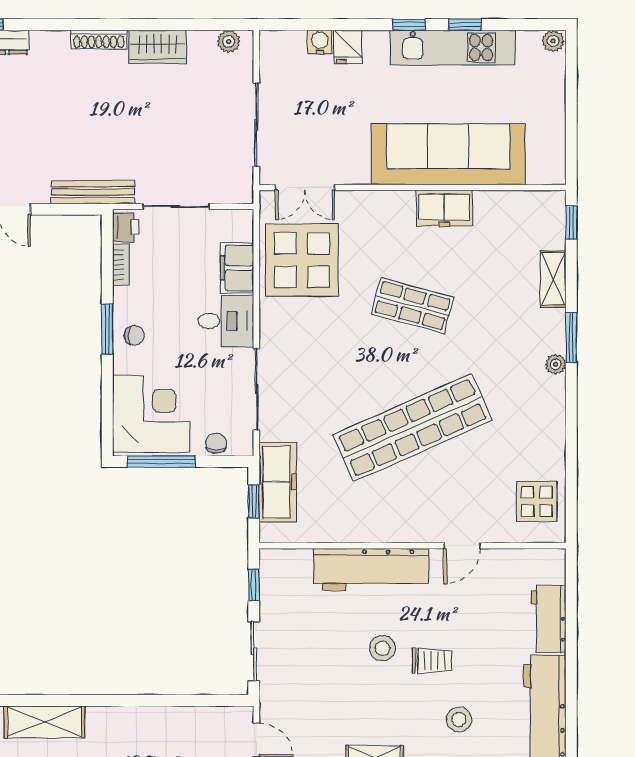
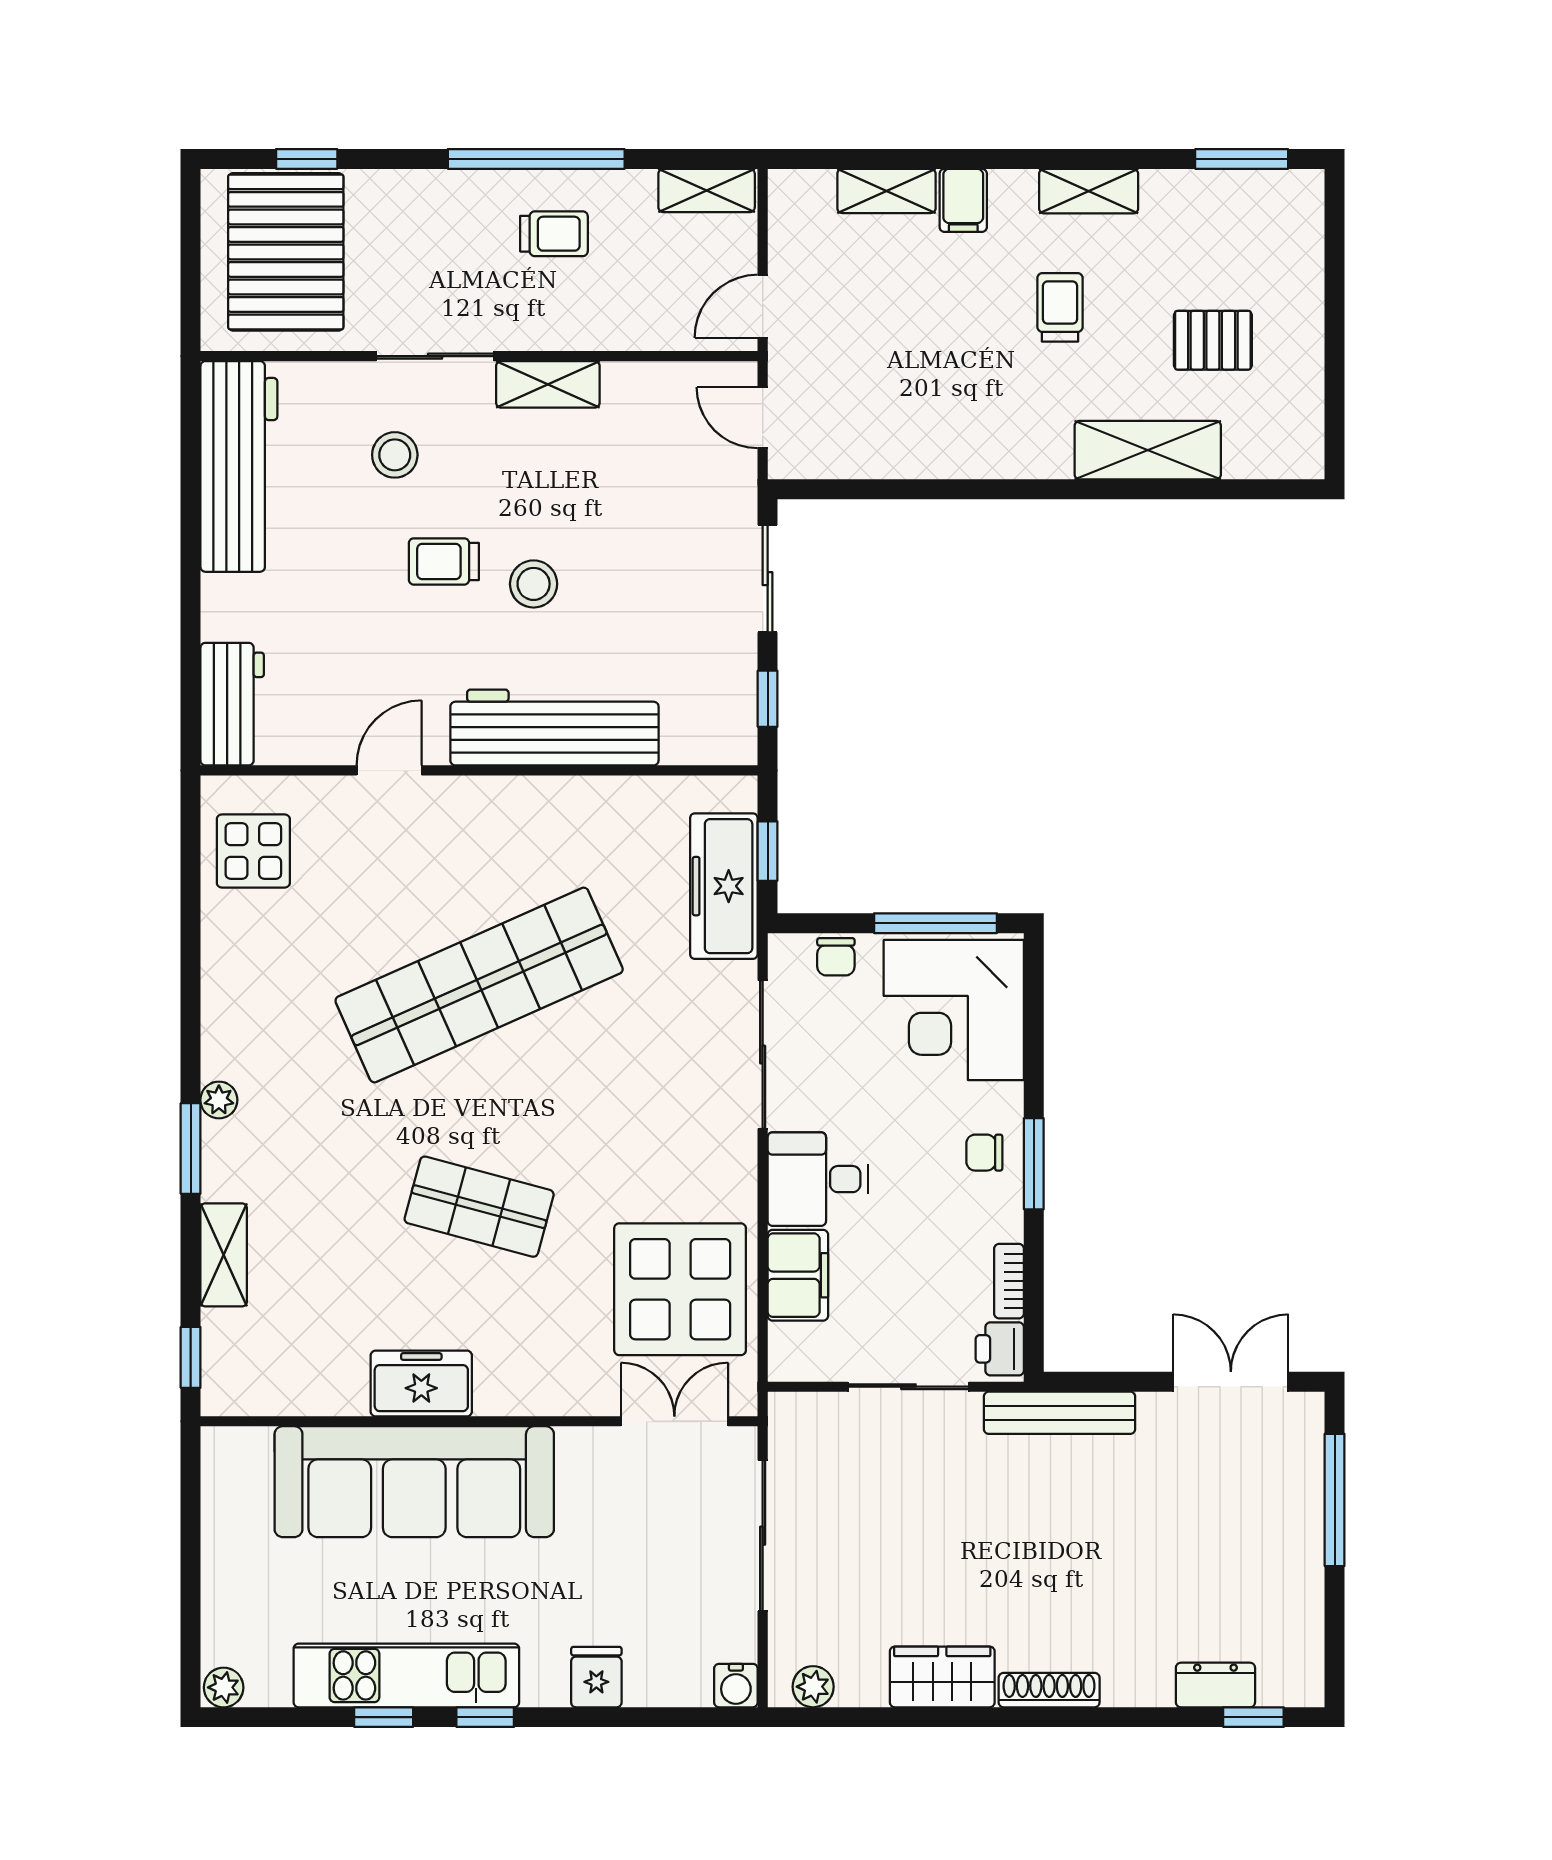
water cooler: (320, 42) -> (736, 1686), moved
workbench: (548, 619) -> (232, 704), moved

